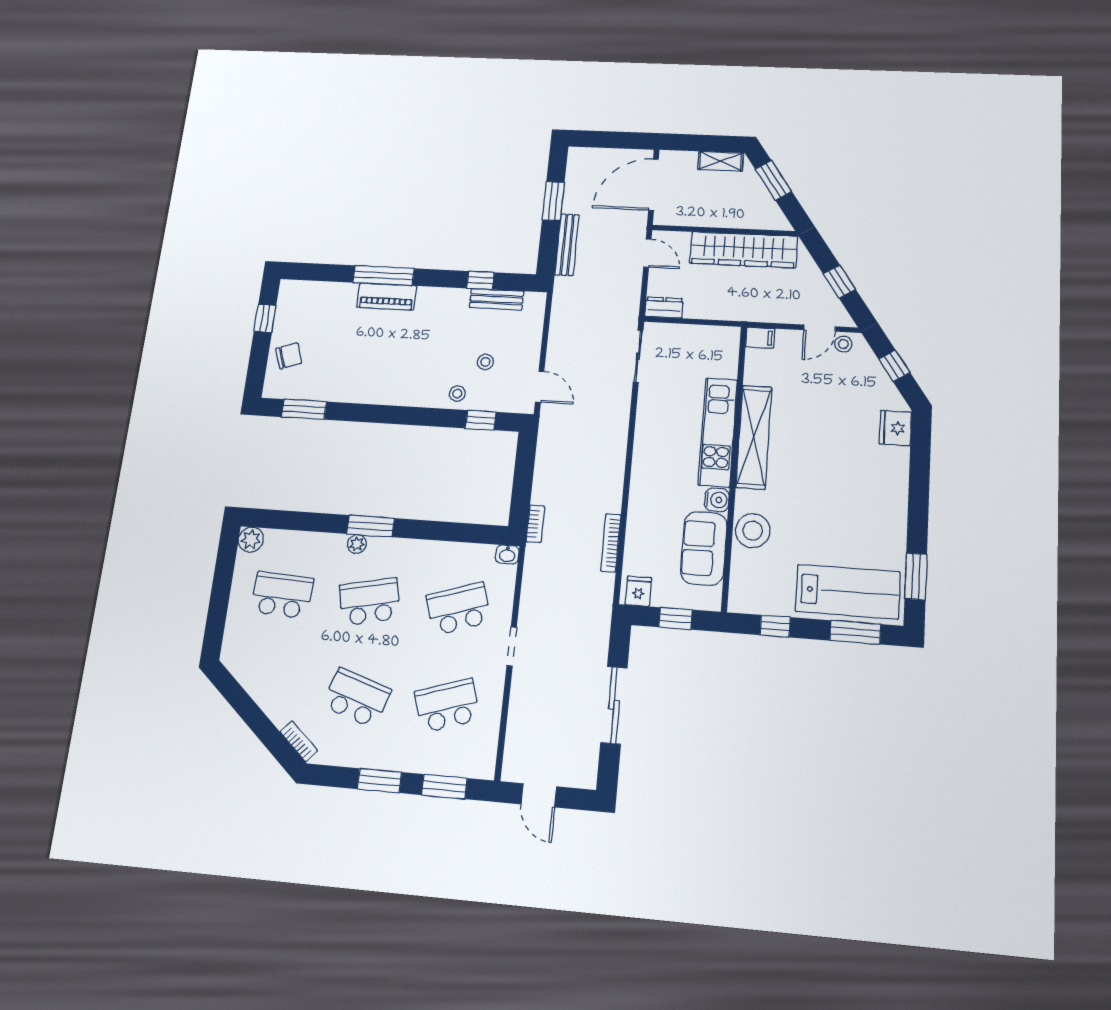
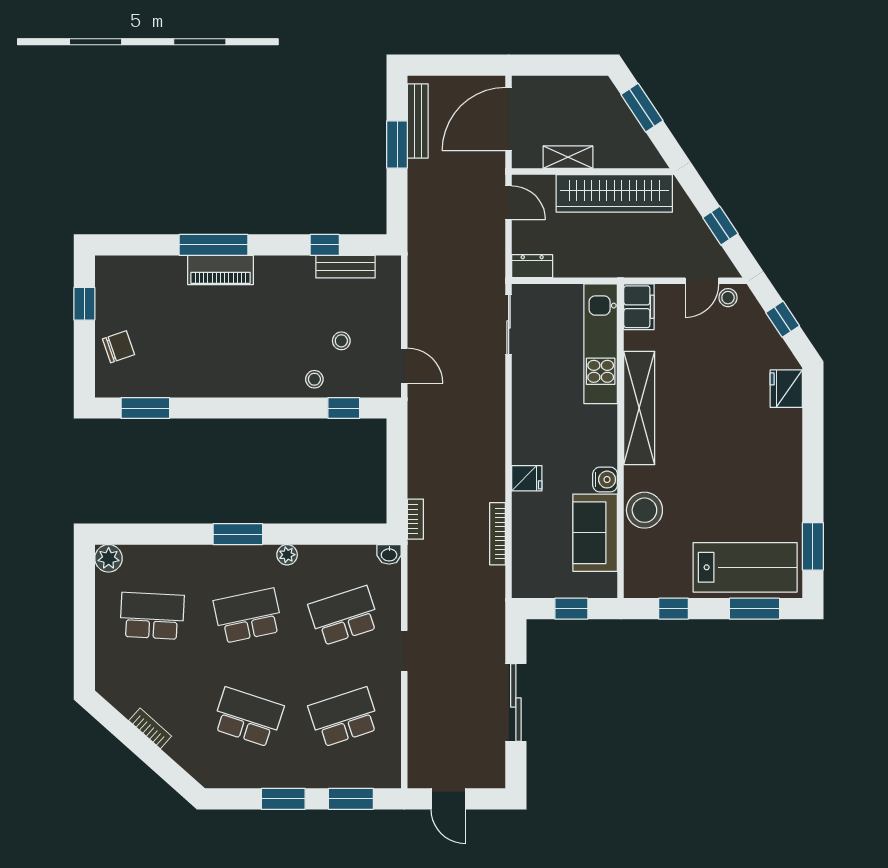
shelving: (721, 161) -> (568, 157), moved
bench: (567, 245) -> (418, 121), moved
filing cabinet: (760, 338) -> (639, 307), width x2.00
kitchen unit: (718, 432) -> (601, 344), moved
plant: (357, 544) -> (287, 555), moved
fridge: (638, 591) -> (527, 478), moved, turned 90
bookcase: (299, 741) -> (150, 728), moved

